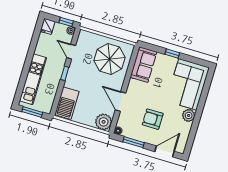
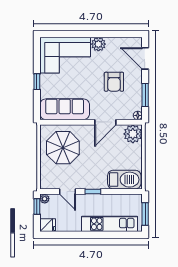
door: (71, 52) -> (67, 192), hinge flipped
sofa: (143, 65) -> (65, 109), width x1.36

